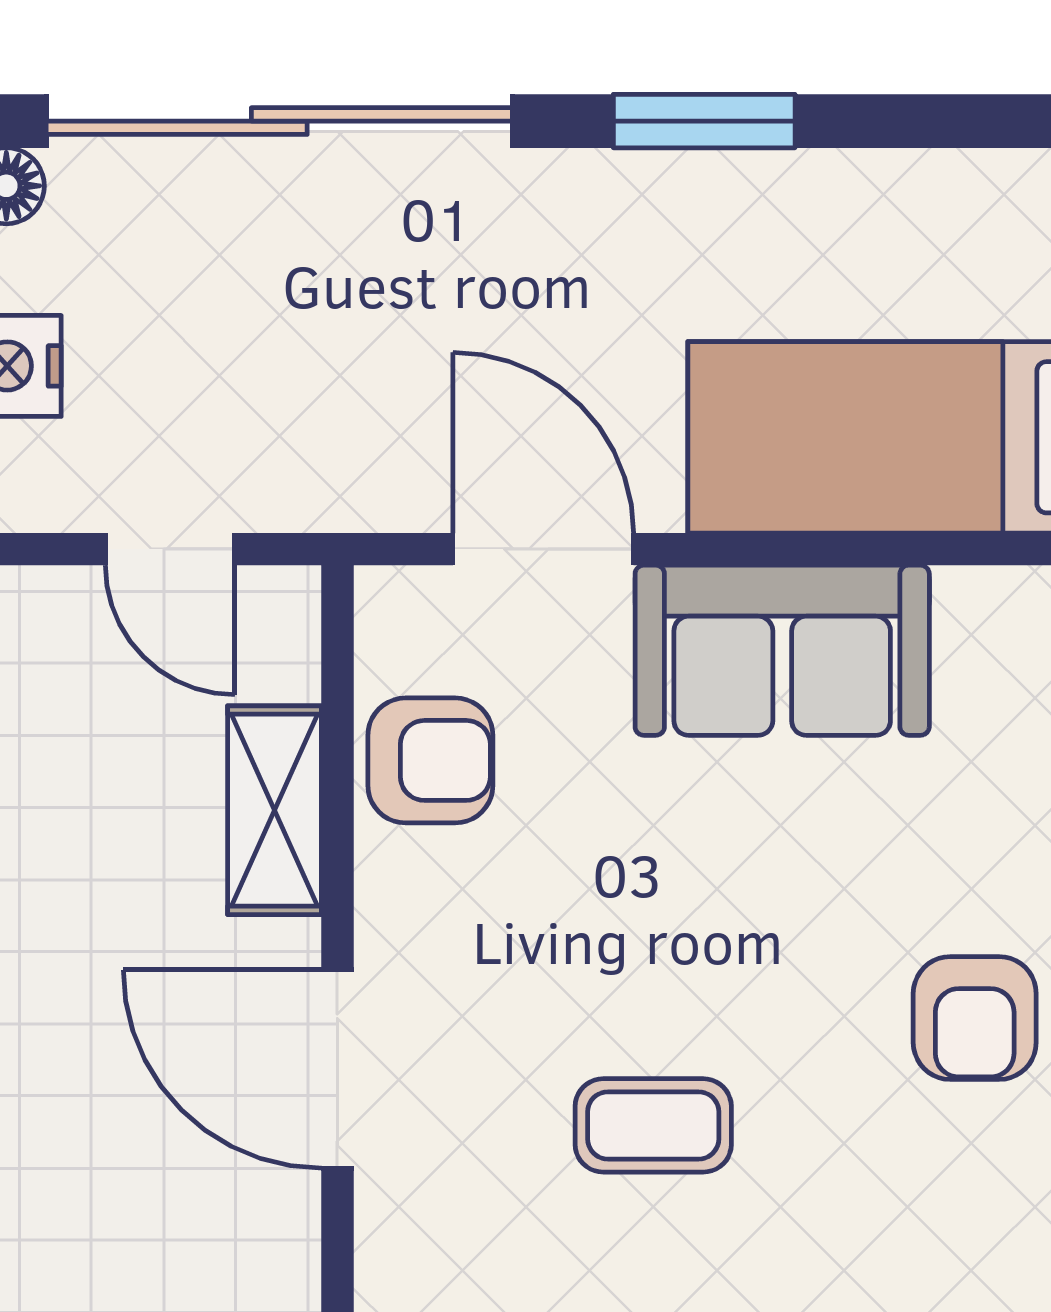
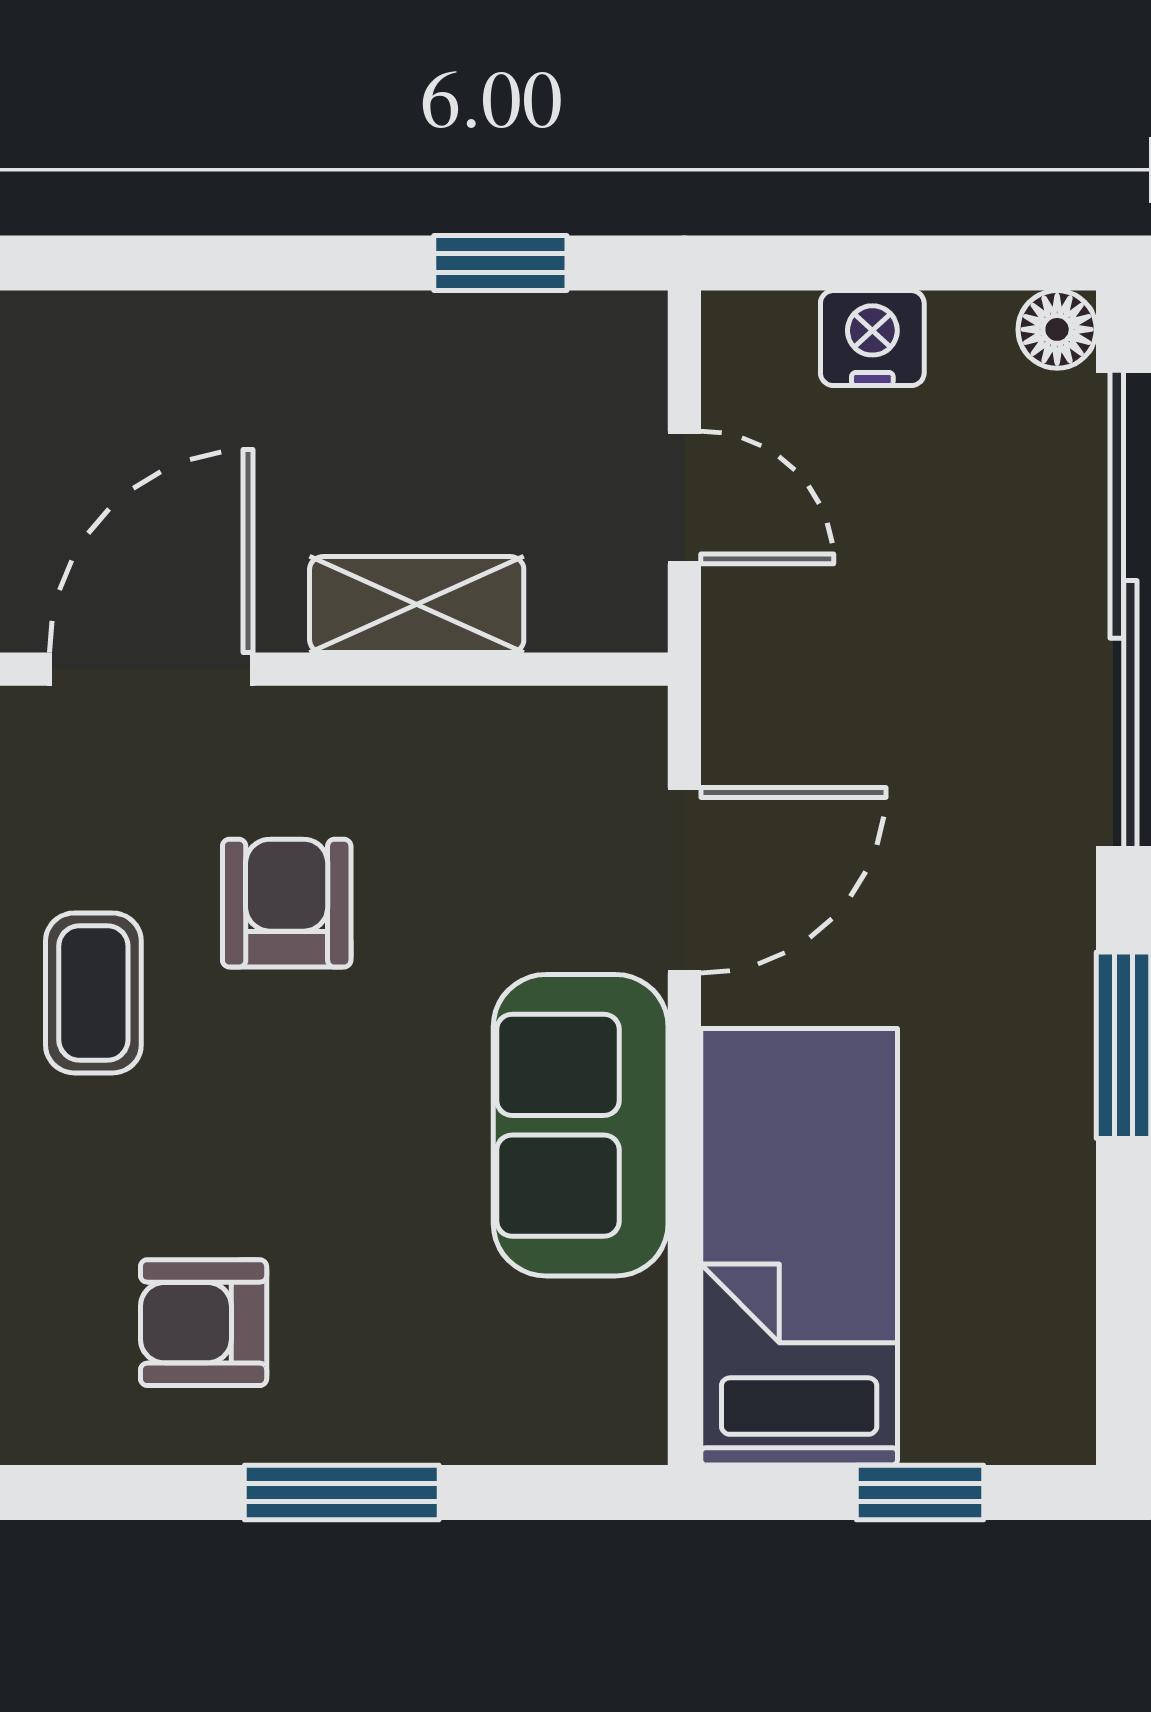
door: (170, 549) -> (684, 497), swing flipped
armchair: (430, 760) -> (287, 903), moved, turned 180

